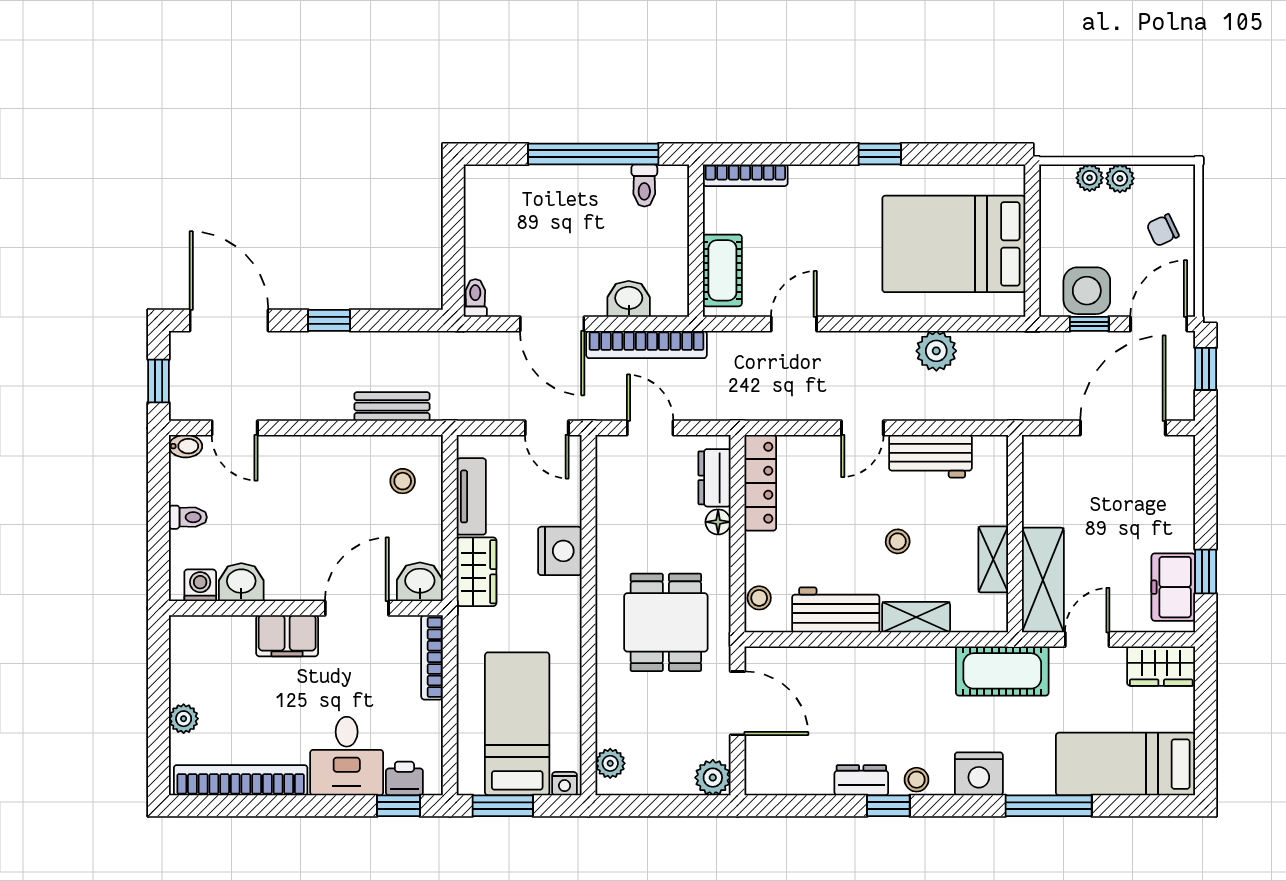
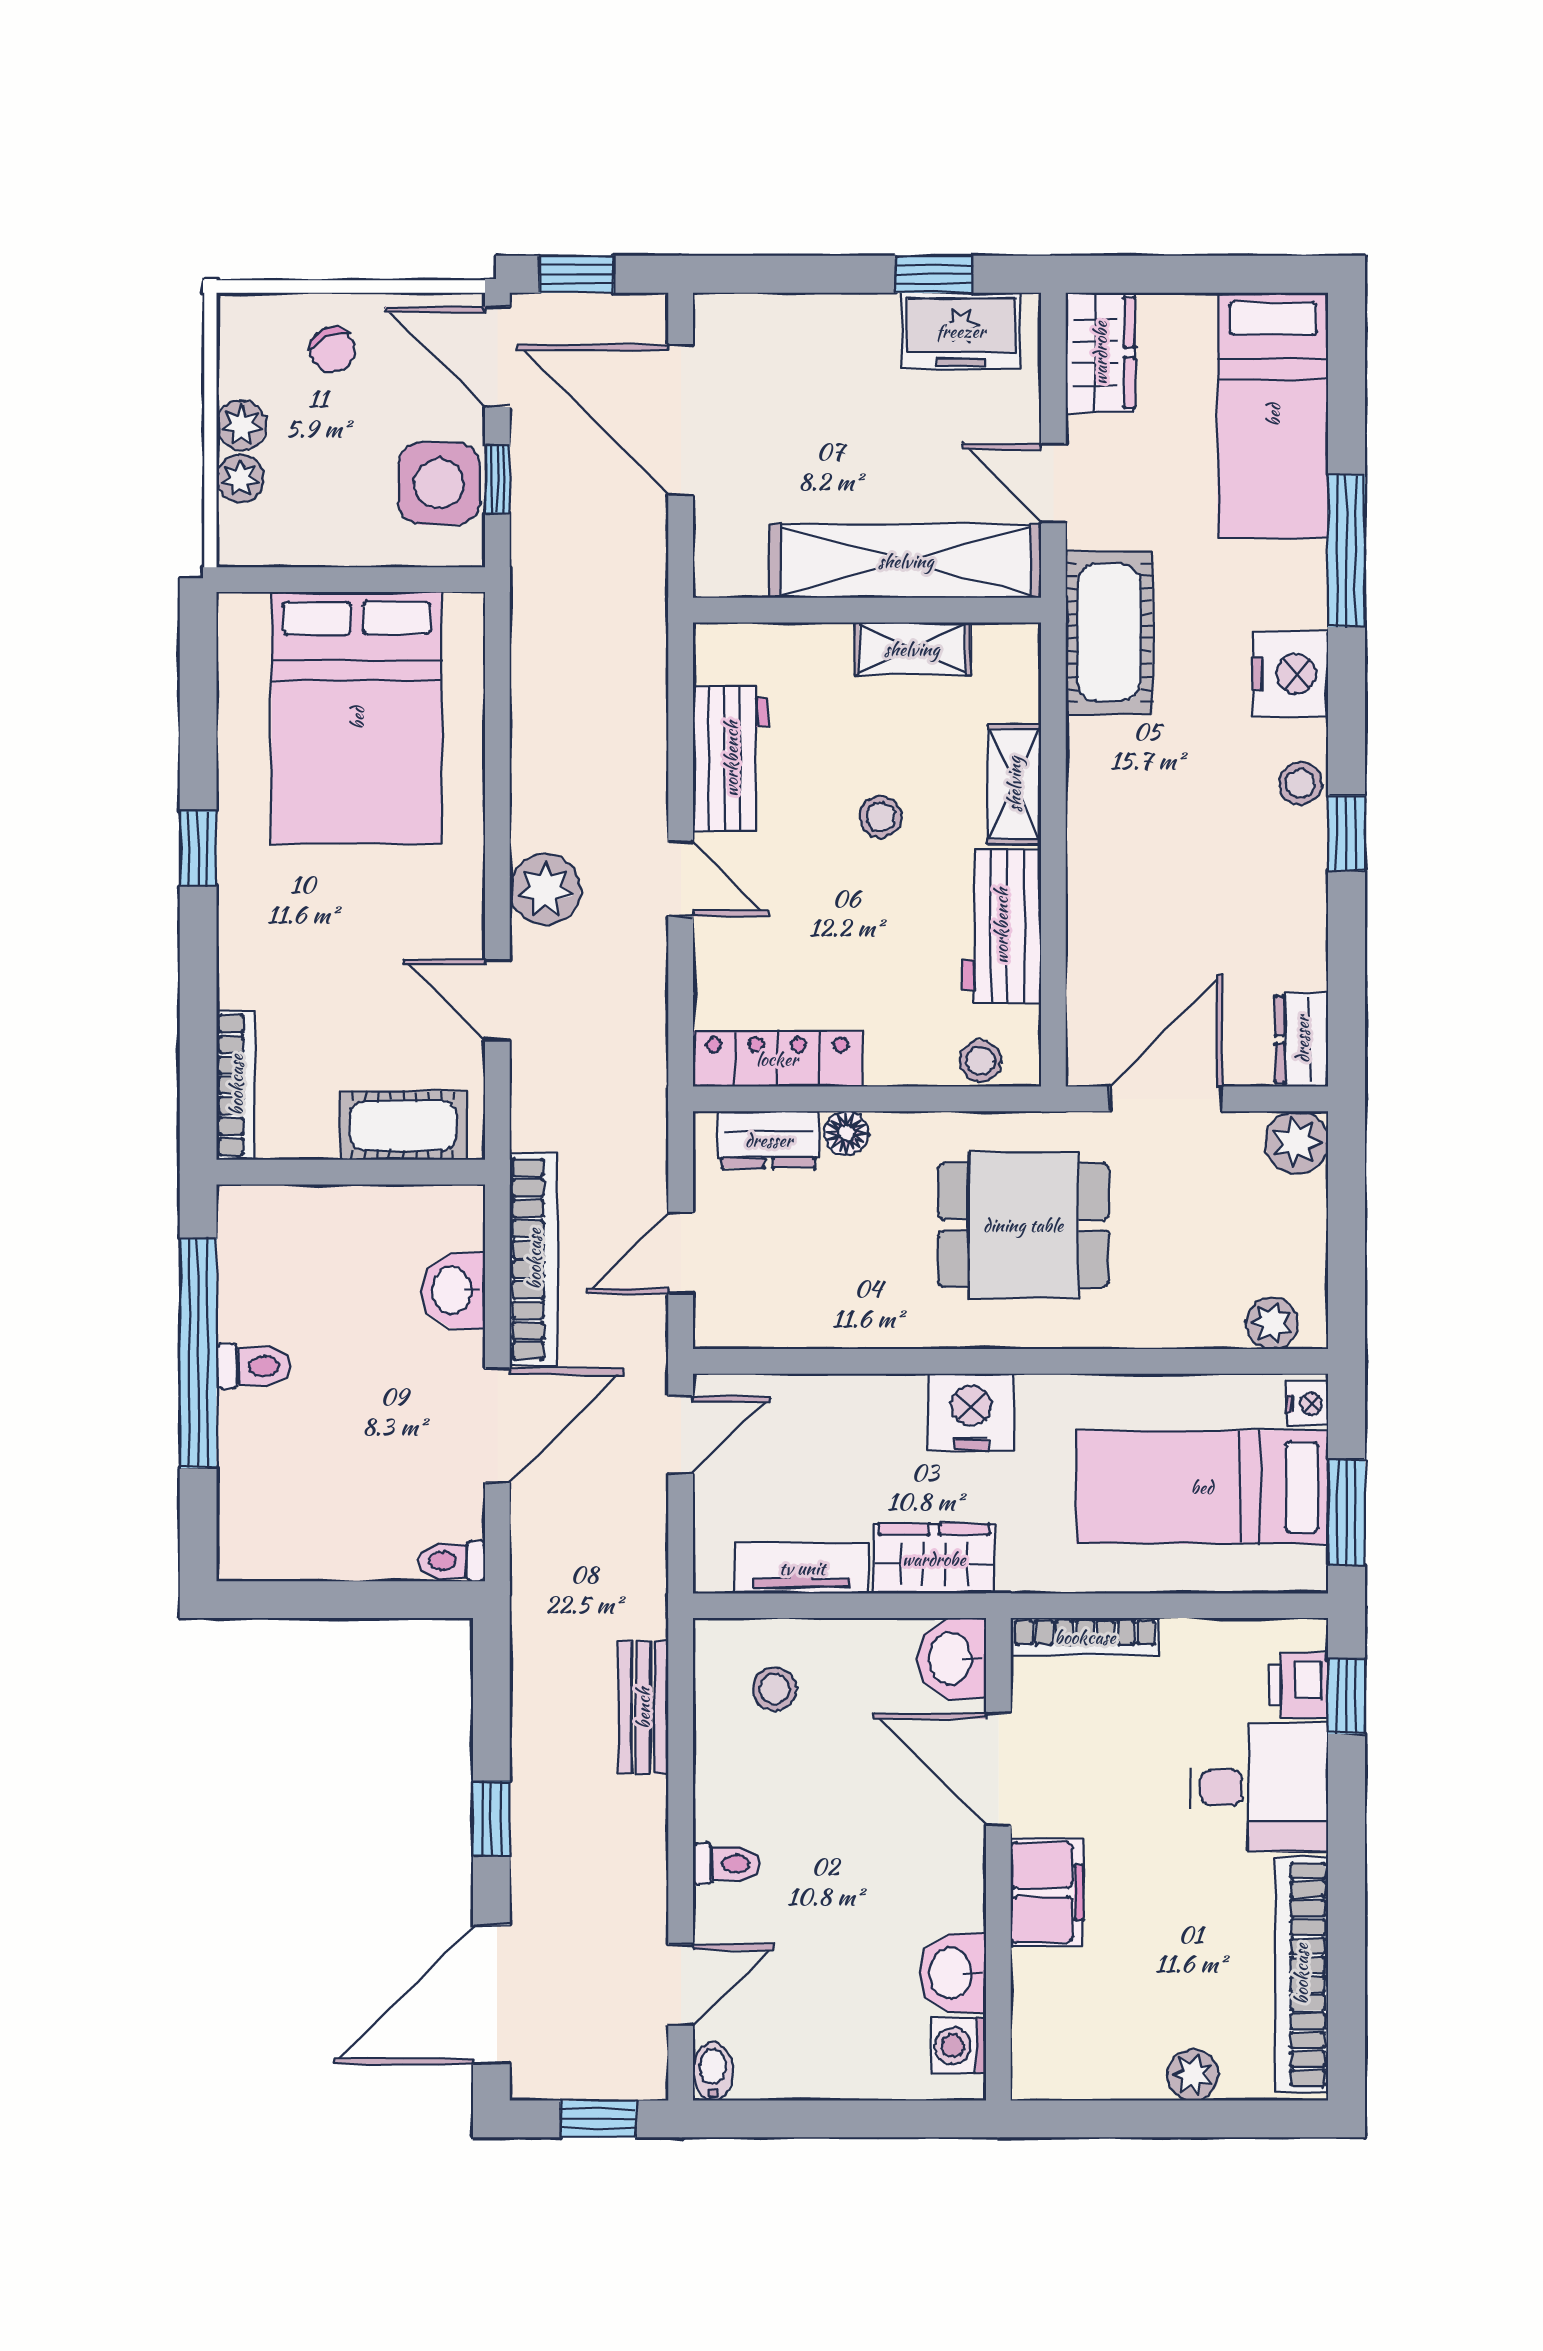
toilet: (644, 185) -> (254, 1366), moved
plant: (936, 351) -> (545, 890), moved
toilet: (188, 517) -> (726, 1864), moved, turned 90
nightstand: (560, 551) -> (971, 1412), moved
shelving: (1043, 580) -> (906, 561), width x1.47
dresser: (861, 780) -> (1302, 1039), moved

